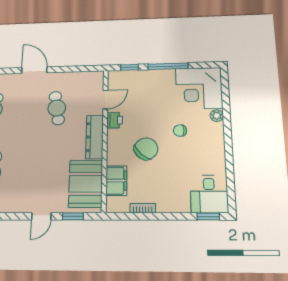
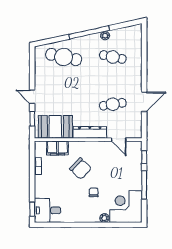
door: (34, 70) -> (144, 102), moved
printer: (115, 120) -> (102, 146), removed

